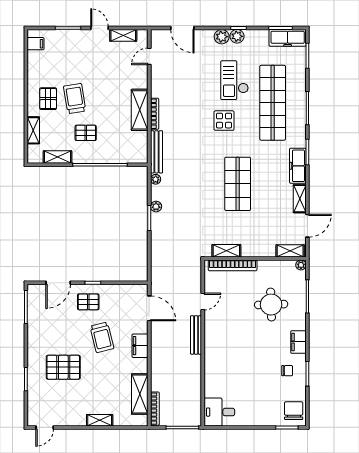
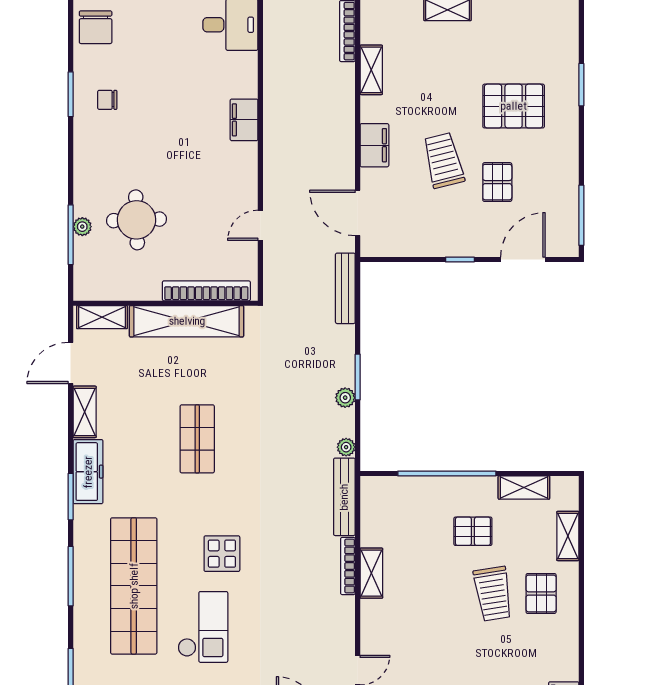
shelving: (140, 110) -> (371, 573), width x0.67, depth x0.75
shop shelf: (238, 184) -> (197, 439), width x0.70, depth x0.74
shelving: (226, 251) -> (187, 321), width x2.20, depth x1.33
plant: (301, 265) -> (82, 227), moved
pallet: (88, 302) -> (497, 182), moved, turned 90
bench: (196, 335) -> (345, 288), moved
filing cabinet: (298, 342) -> (244, 120), moved, turned 180
shelving: (140, 394) -> (371, 70), width x0.67, depth x0.75

